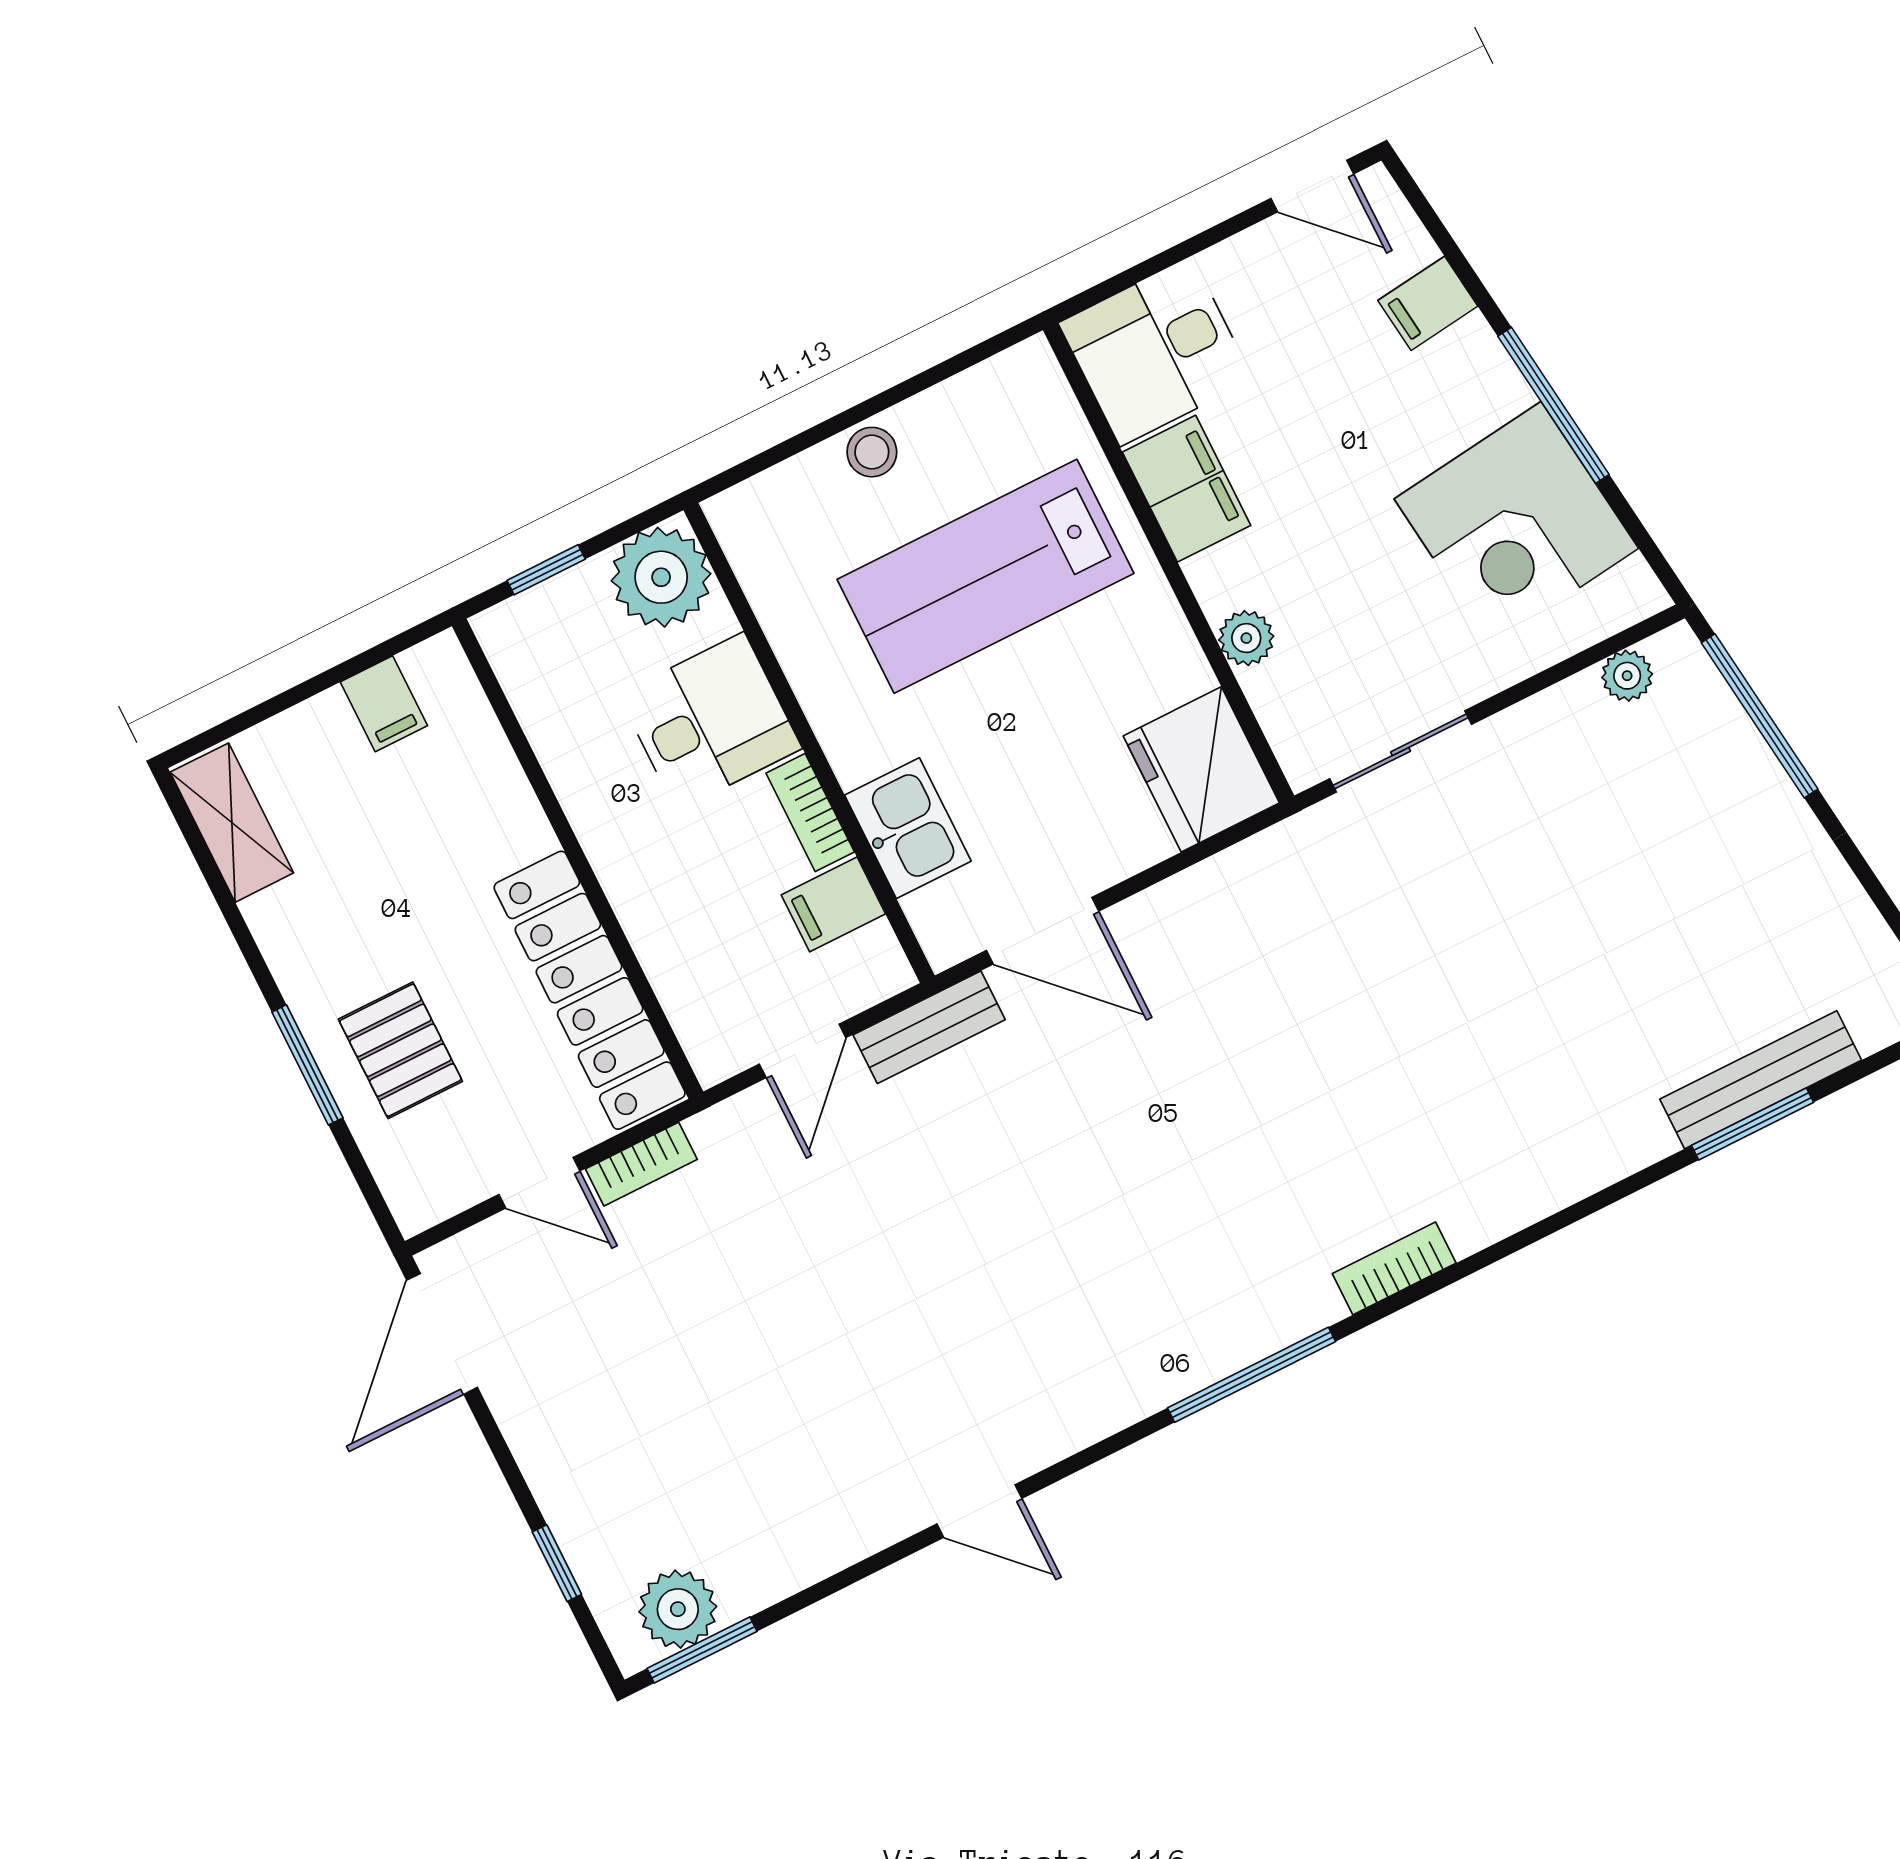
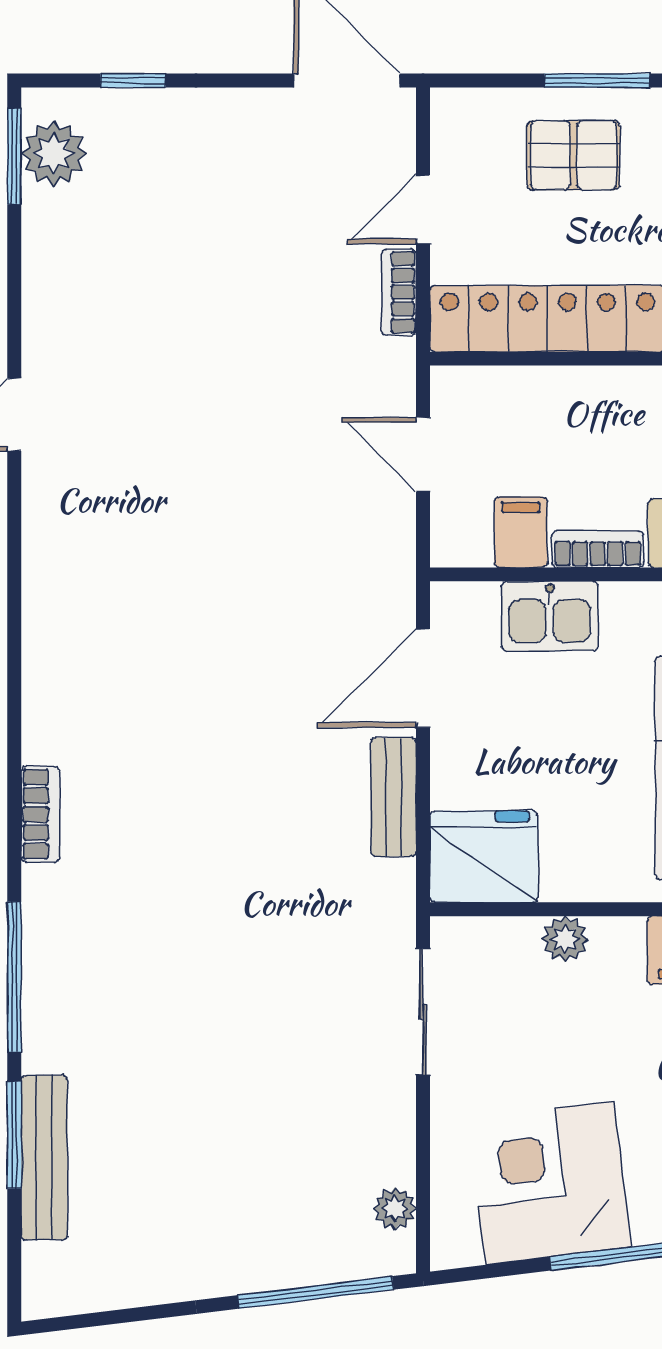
bench: (929, 1027) -> (393, 797), moved
window: (1252, 1375) -> (14, 977), moved

